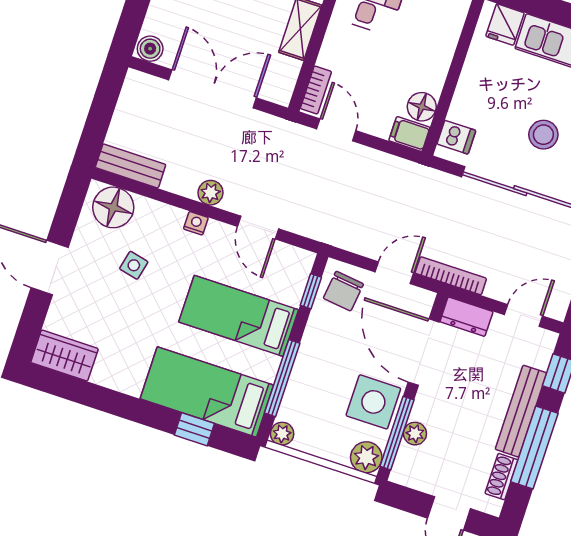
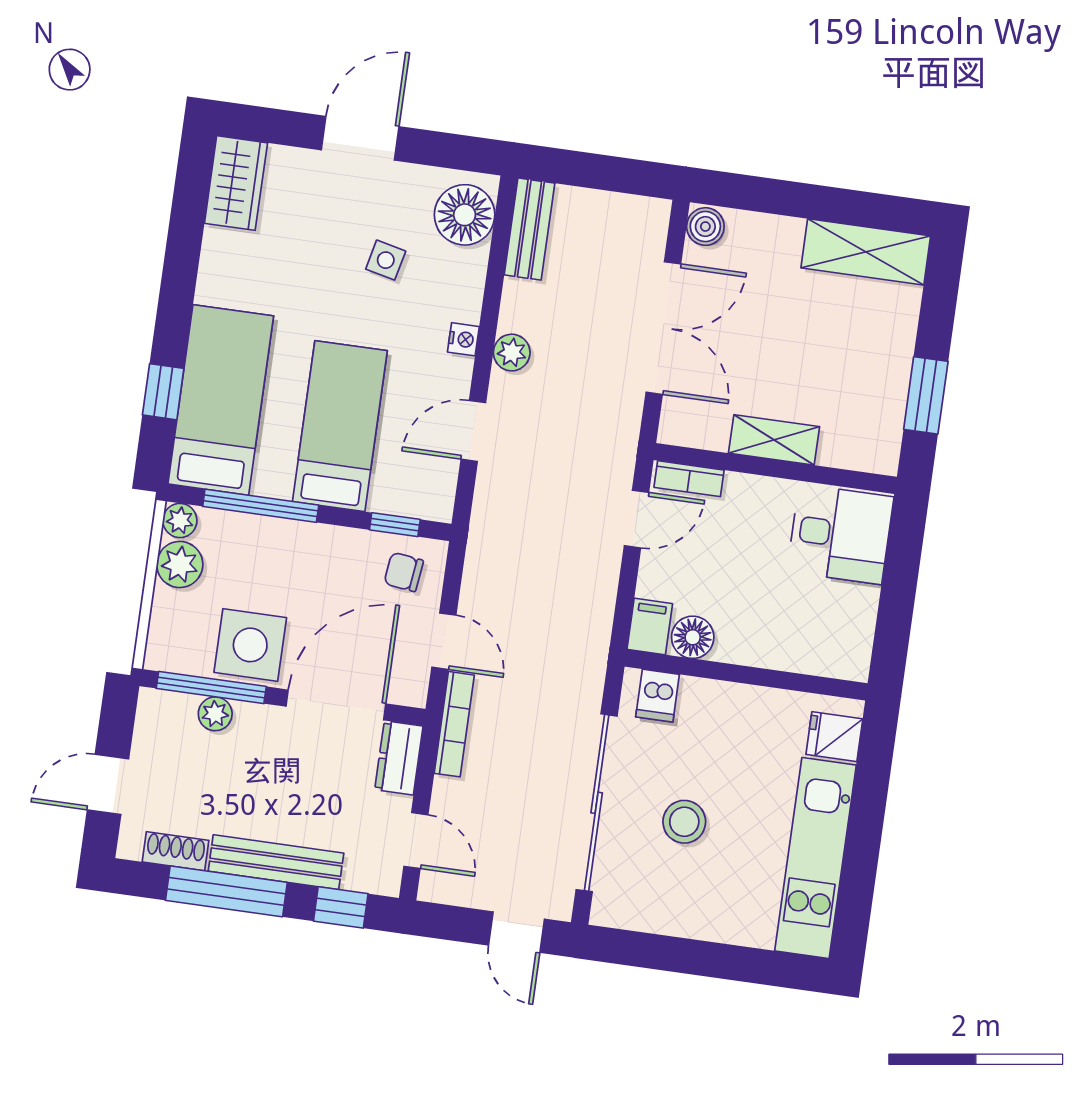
chair: (343, 291) -> (404, 572), width x0.73, depth x0.73
plant: (366, 457) -> (180, 564), moved

